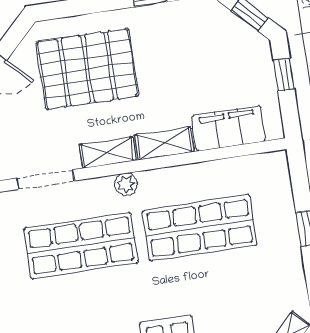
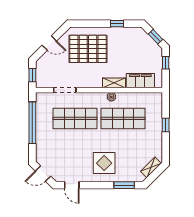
shelving: (108, 153) -> (91, 83), removed
plant: (126, 184) -> (111, 97), moved

